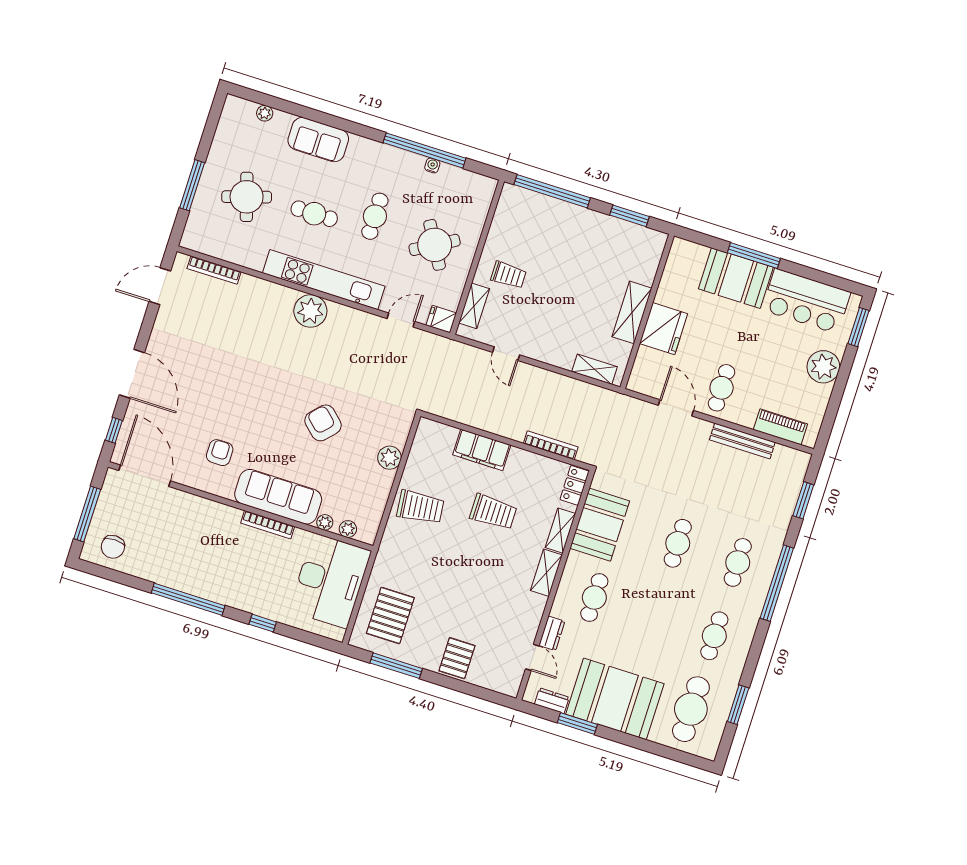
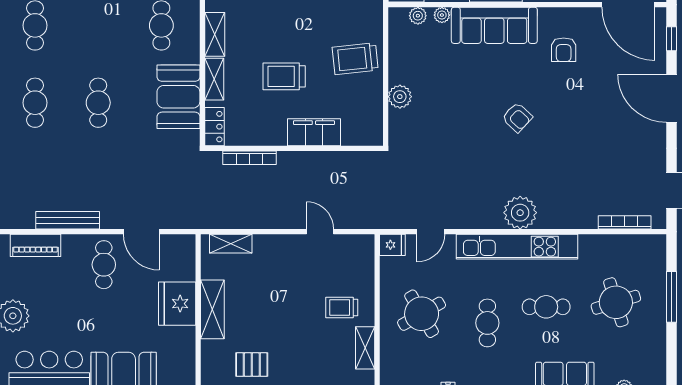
pallet: (611, 248) -> (252, 365), added
shelving: (474, 306) -> (365, 348), moved
armchair: (323, 423) -> (517, 117), moved, width x0.72, depth x0.72

